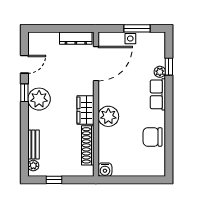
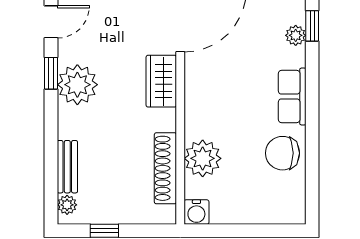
row of seats: (158, 94) -> (292, 97), moved
wardrobe: (85, 110) -> (161, 81), moved
plant: (108, 116) -> (203, 158), moved

